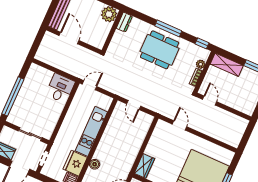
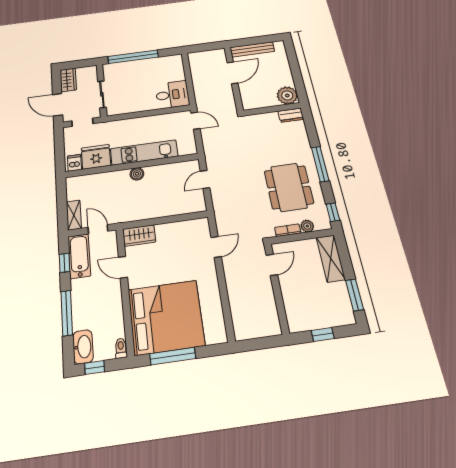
dining table: (160, 50) -> (289, 187), moved
boiler: (95, 164) -> (137, 174), moved

